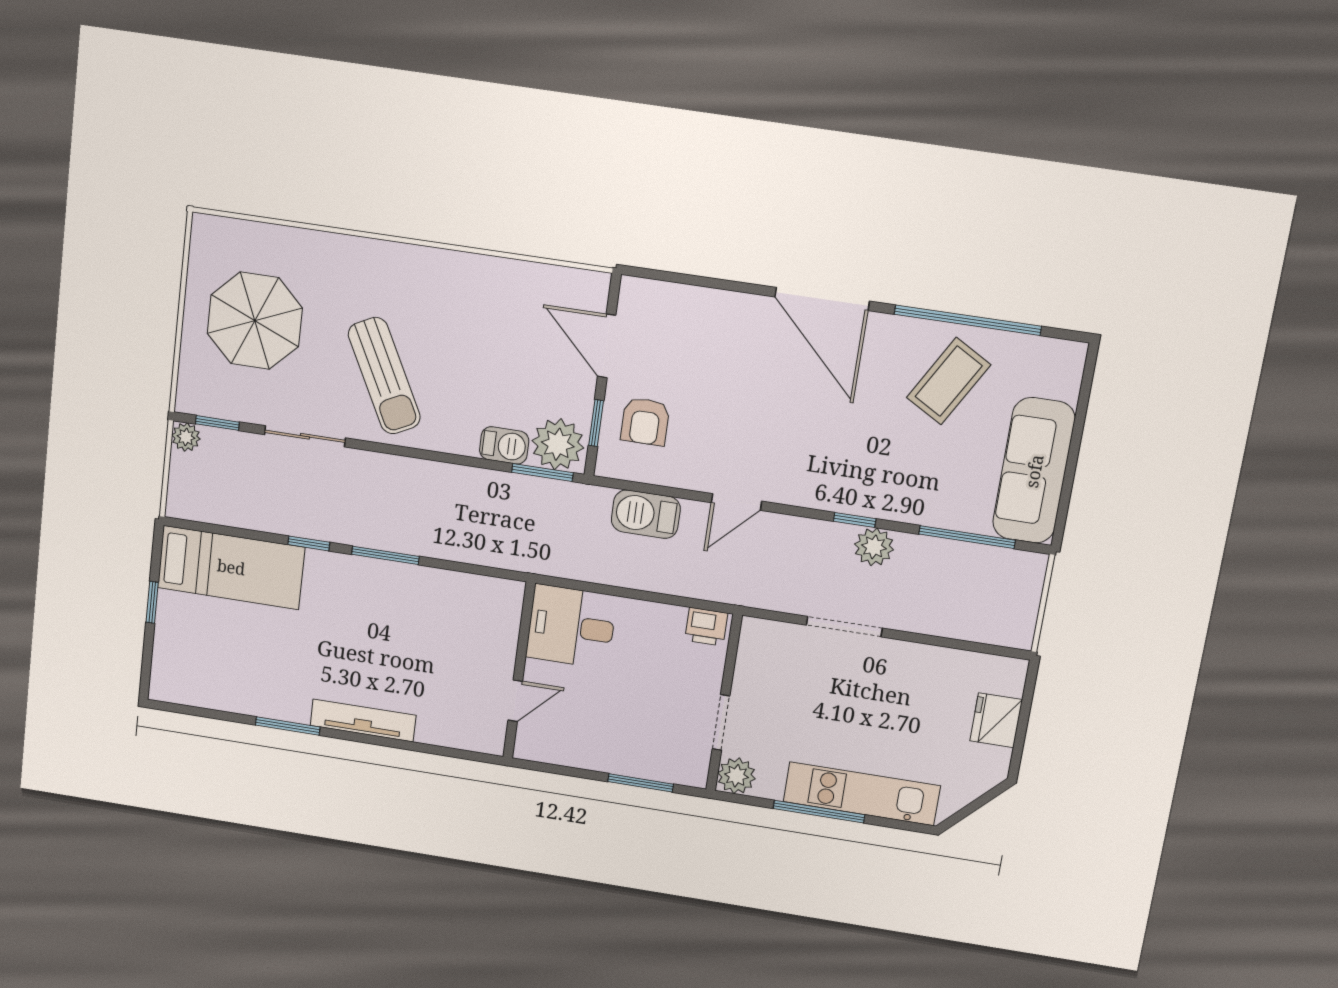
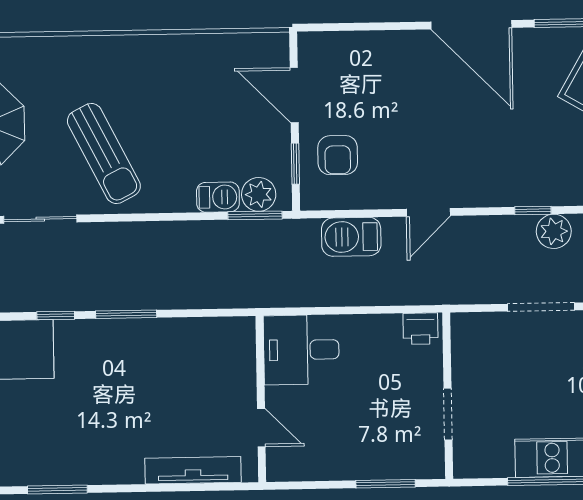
plant: (558, 444) -> (259, 194), width x0.73, depth x0.73
door: (515, 701) -> (261, 428), hinge flipped
tv unit: (363, 720) -> (193, 470), moved
plant: (736, 776) -> (470, 461), removed

